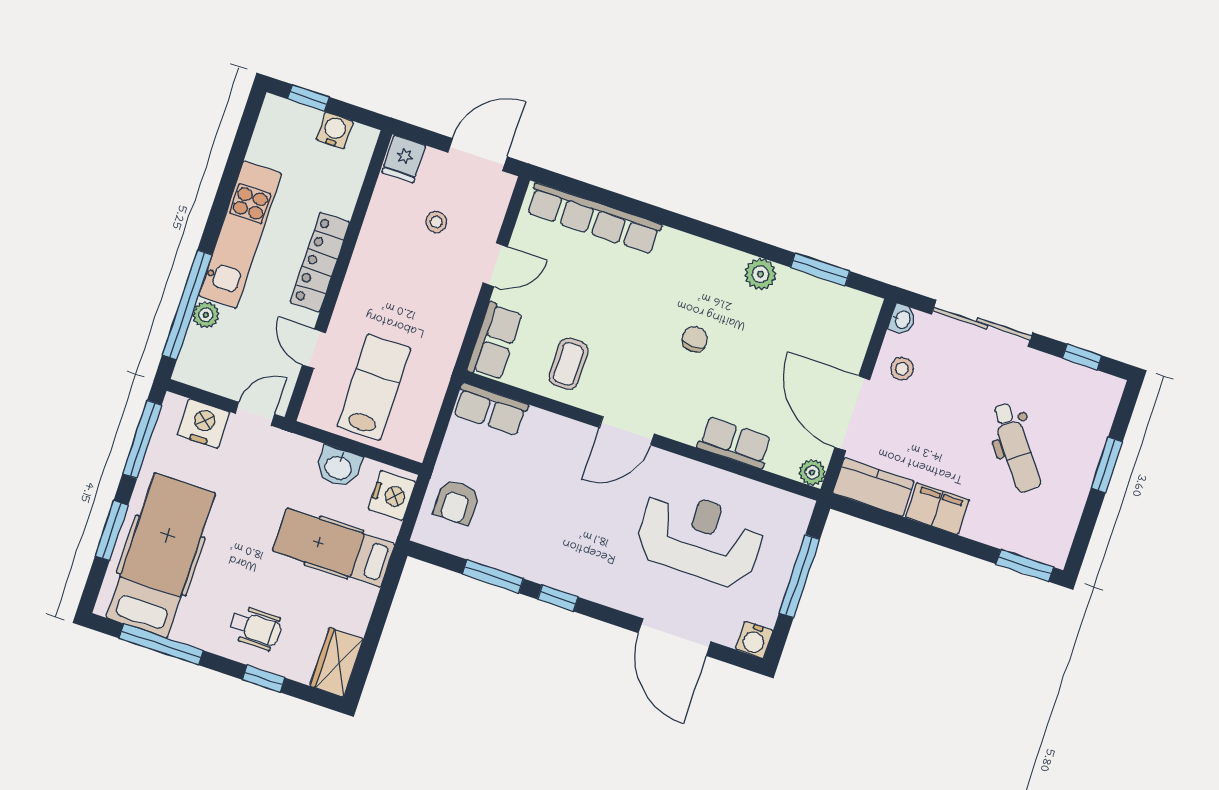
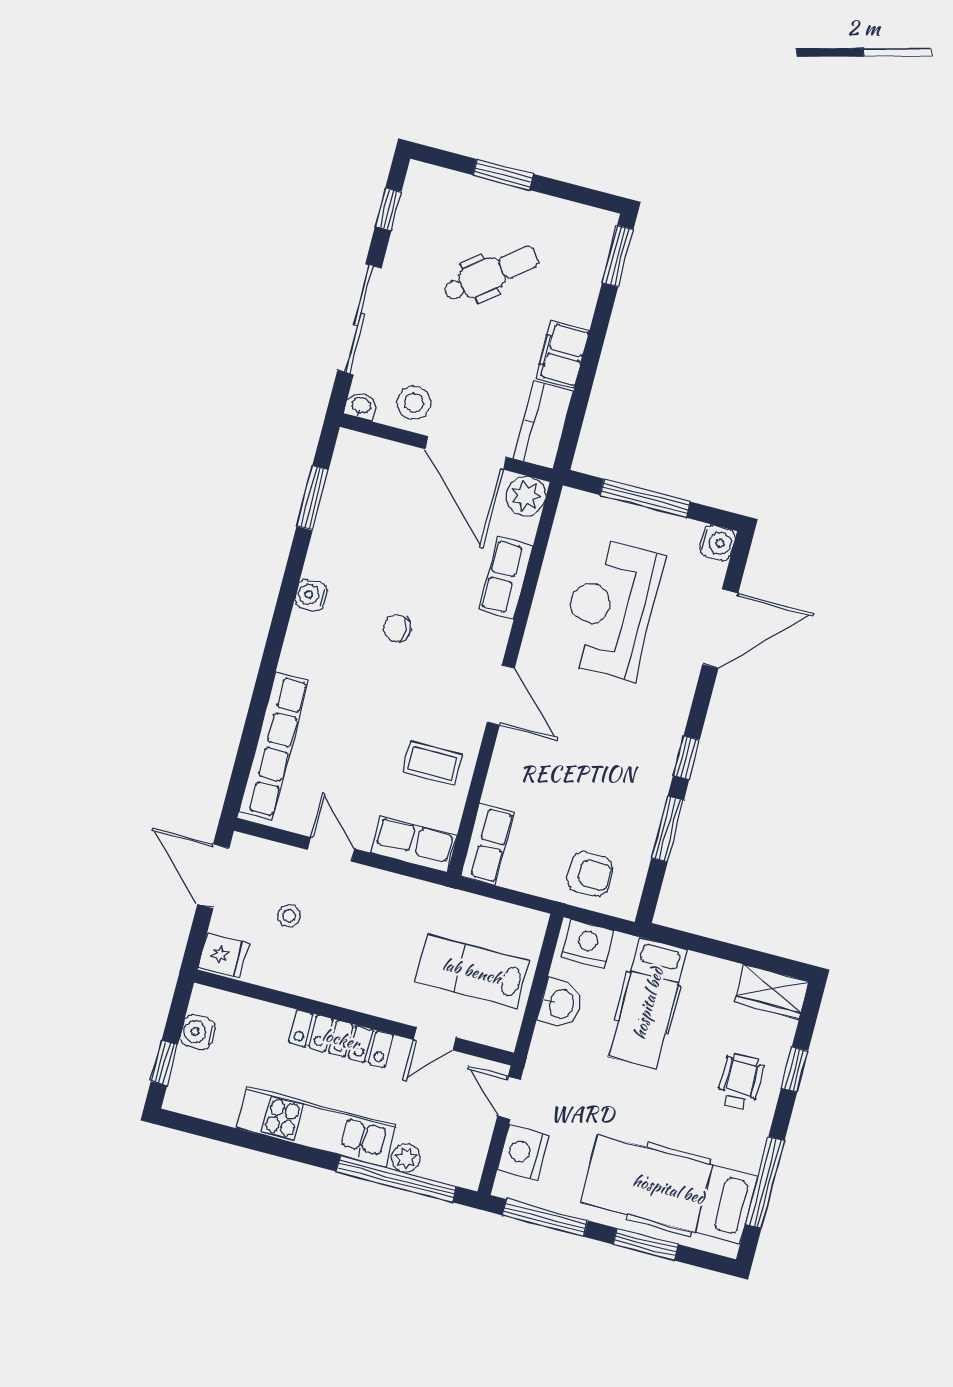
water cooler: (731, 262) -> (311, 595), added
plant: (760, 274) -> (322, 562), removed
stool: (902, 369) -> (414, 403), width x1.37, depth x1.37
door: (852, 413) -> (466, 453), hinge flipped
plant: (812, 472) -> (526, 496), width x1.38, depth x1.38

